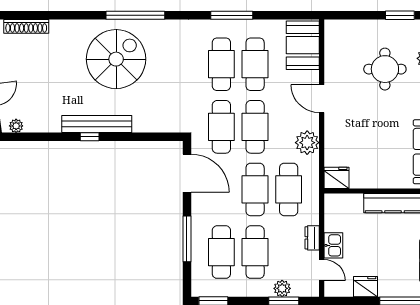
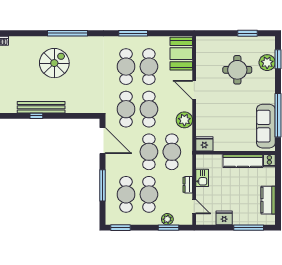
spiral stairs: (116, 59) -> (54, 63), width x0.73, depth x0.73
kitchen sink: (333, 245) -> (202, 178), moved

